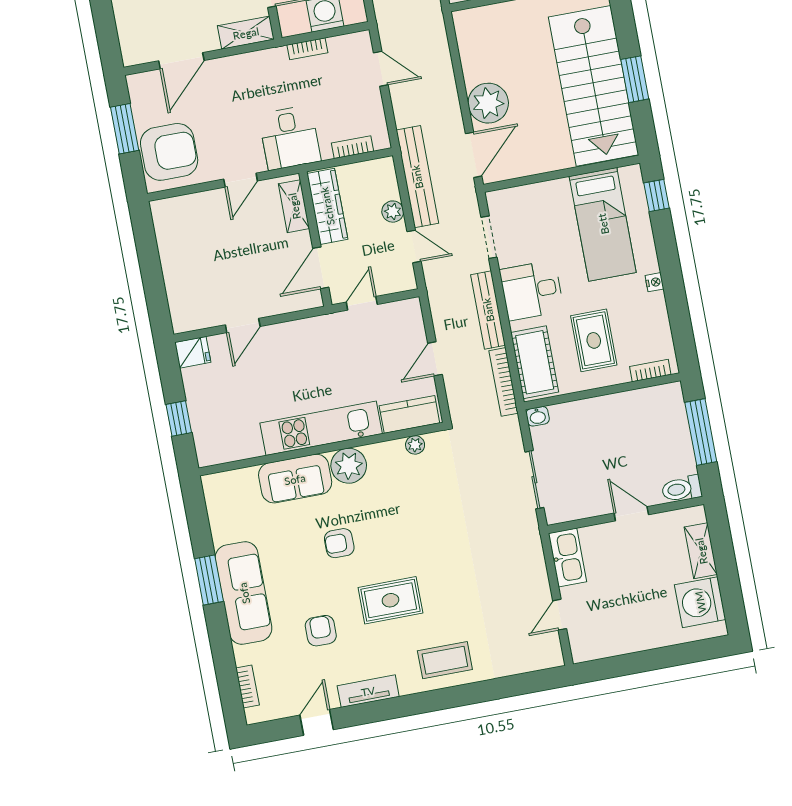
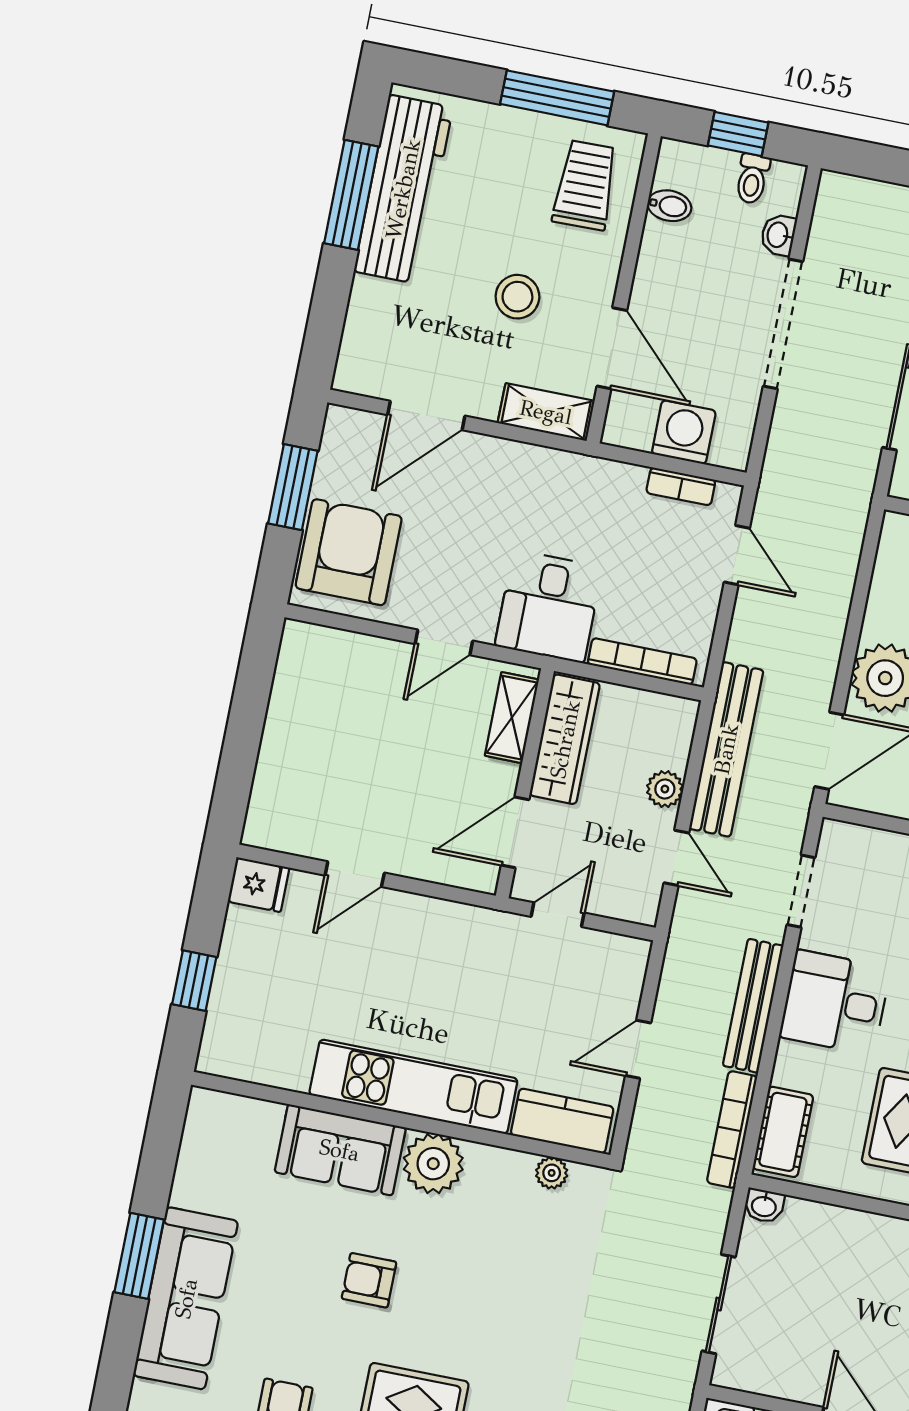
bookcase: (307, 49) -> (681, 486), moved
bookcase: (353, 147) -> (642, 661), width x1.56
armchair: (169, 152) -> (349, 552), turned -90
cot: (535, 362) -> (783, 1132), width x0.73, depth x0.75

